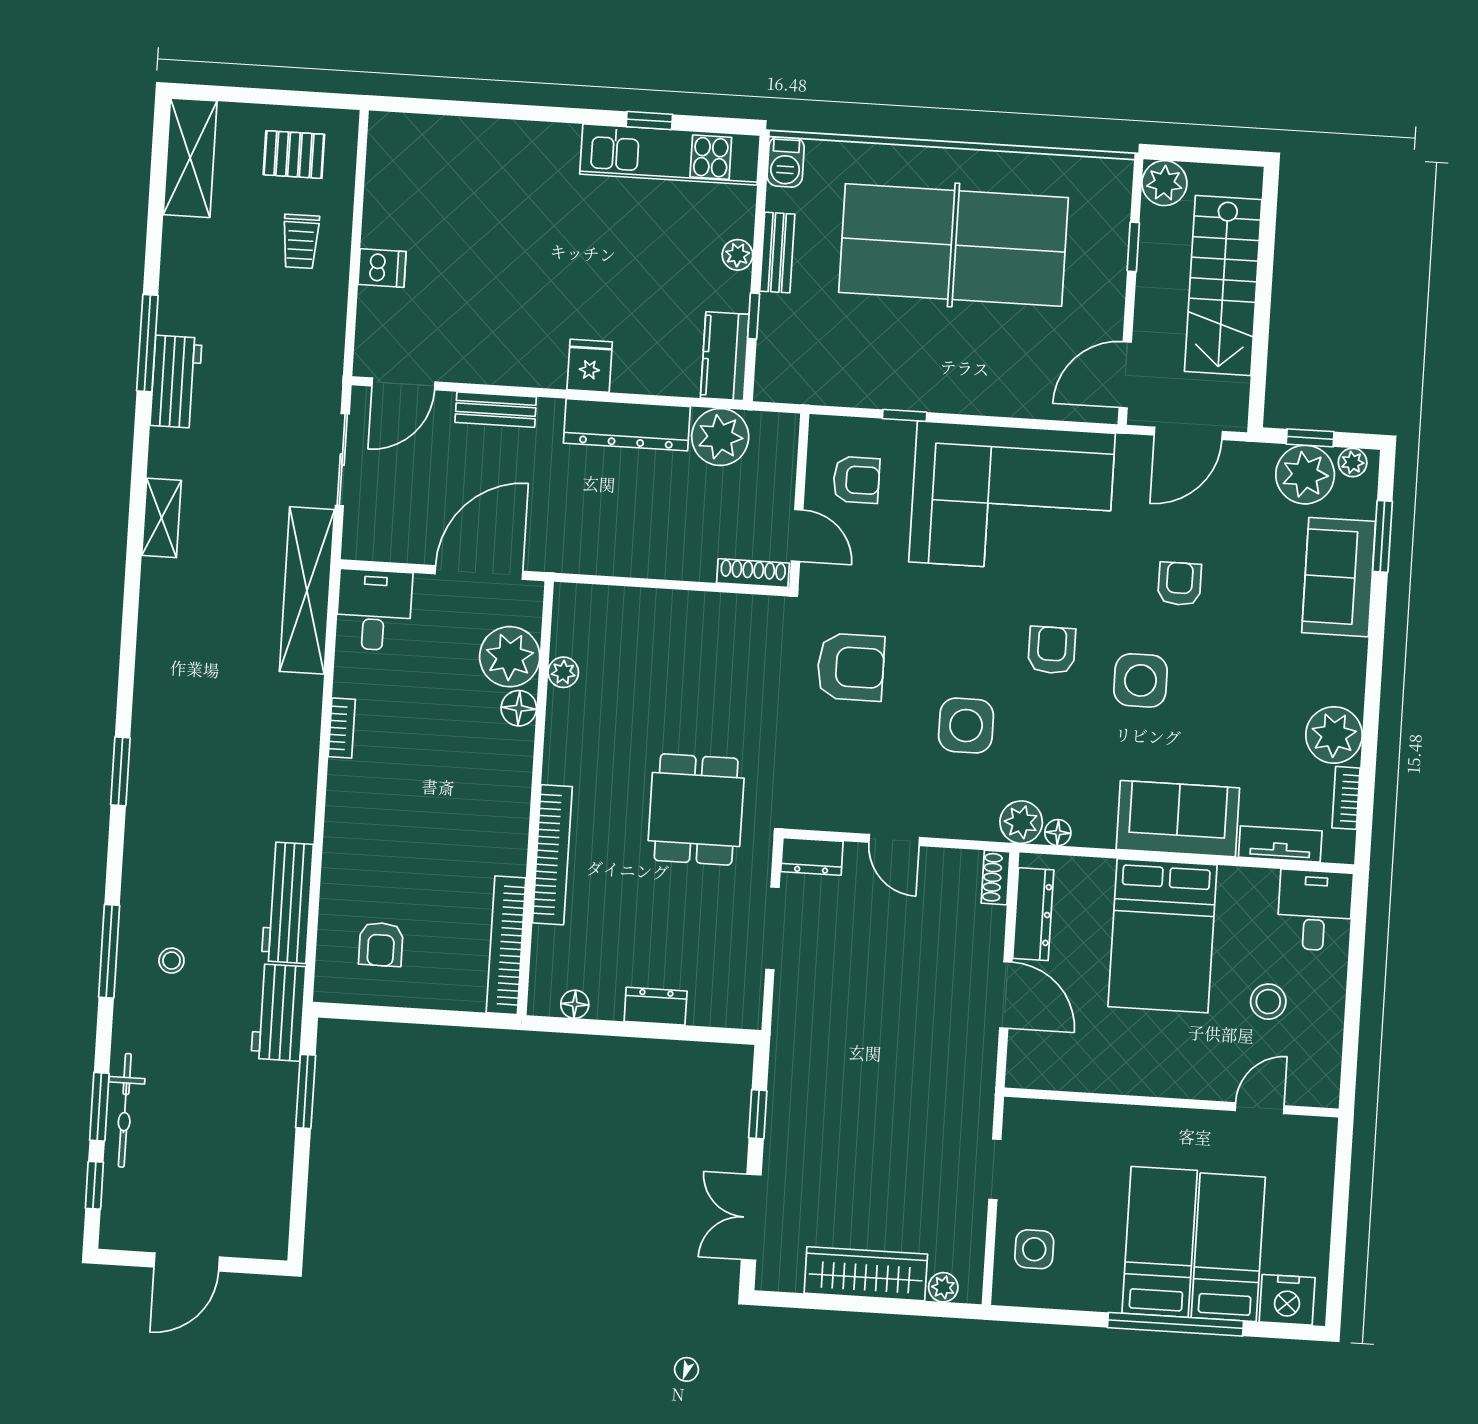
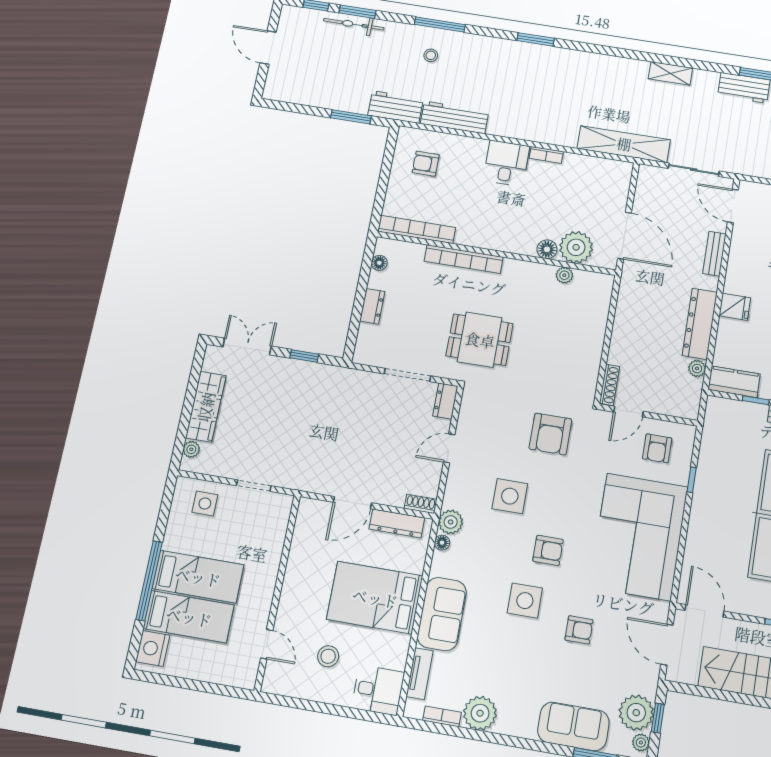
plant: (720, 437) -> (697, 368), width x0.53, depth x0.53
desk: (374, 610) -> (506, 163), moved, turned -90

